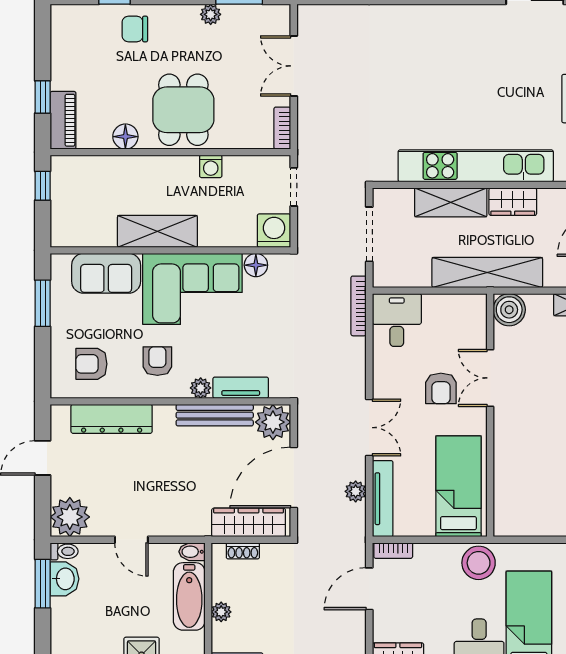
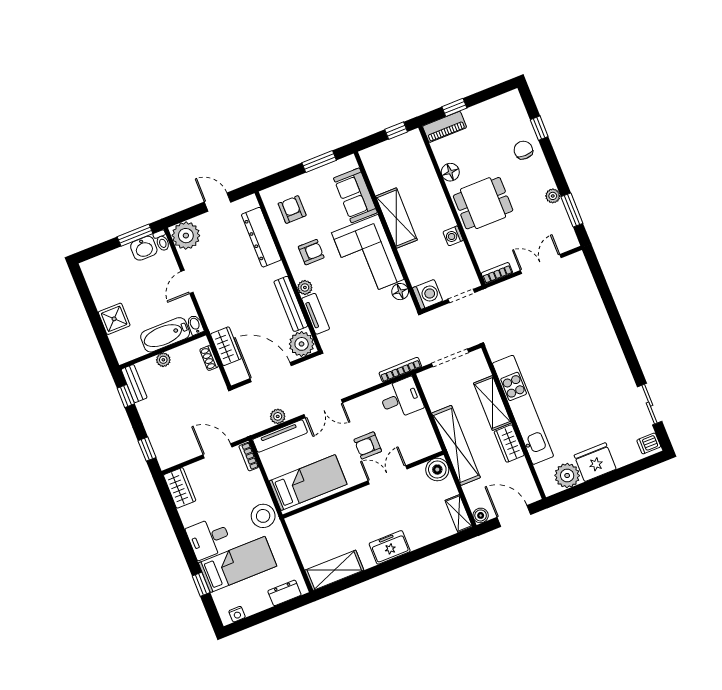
wardrobe: (249, 522) -> (226, 346), width x0.67

